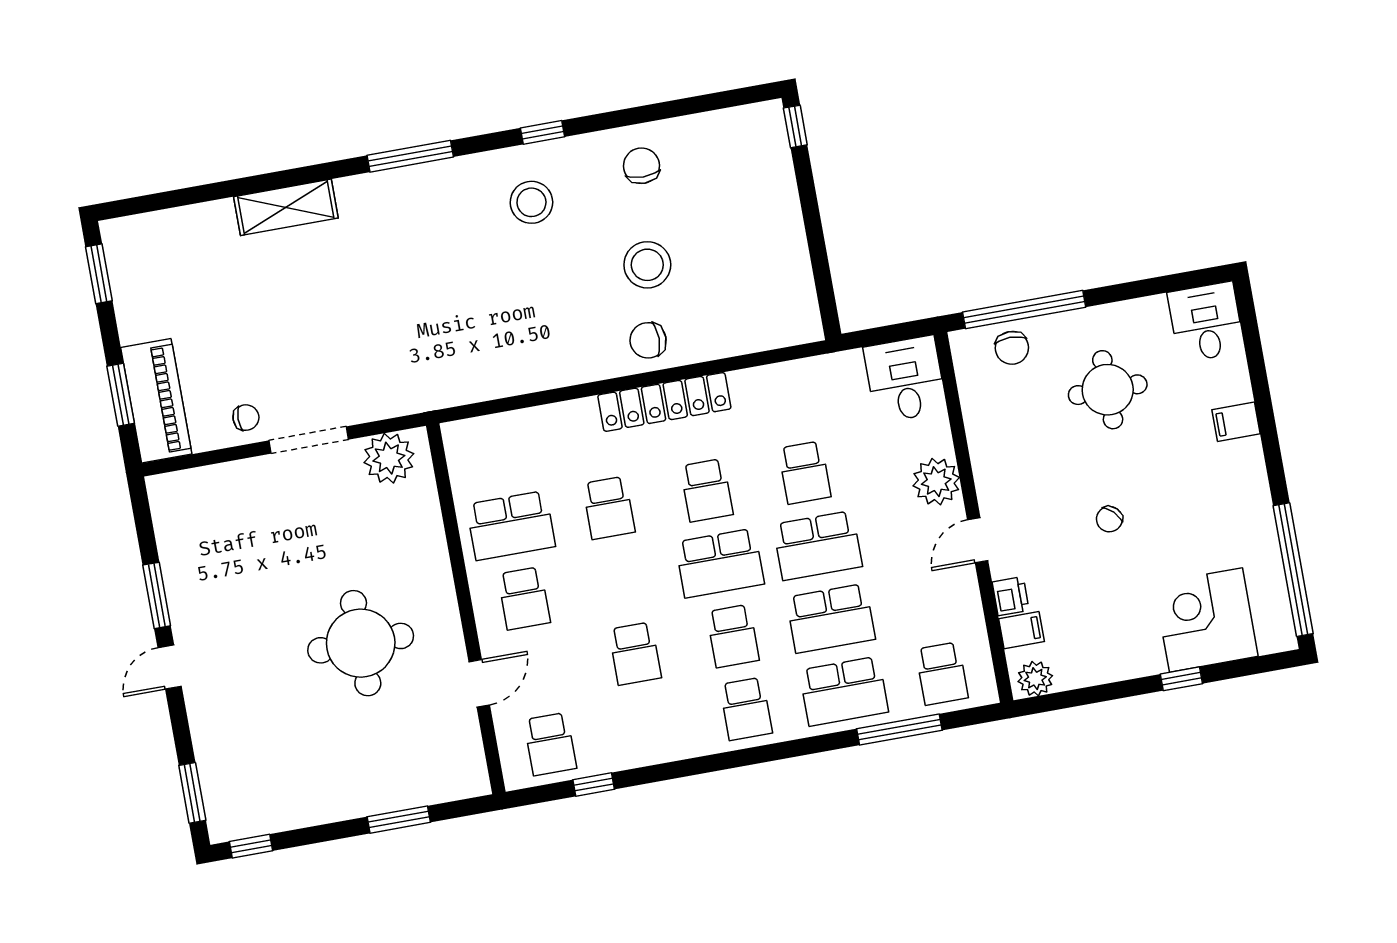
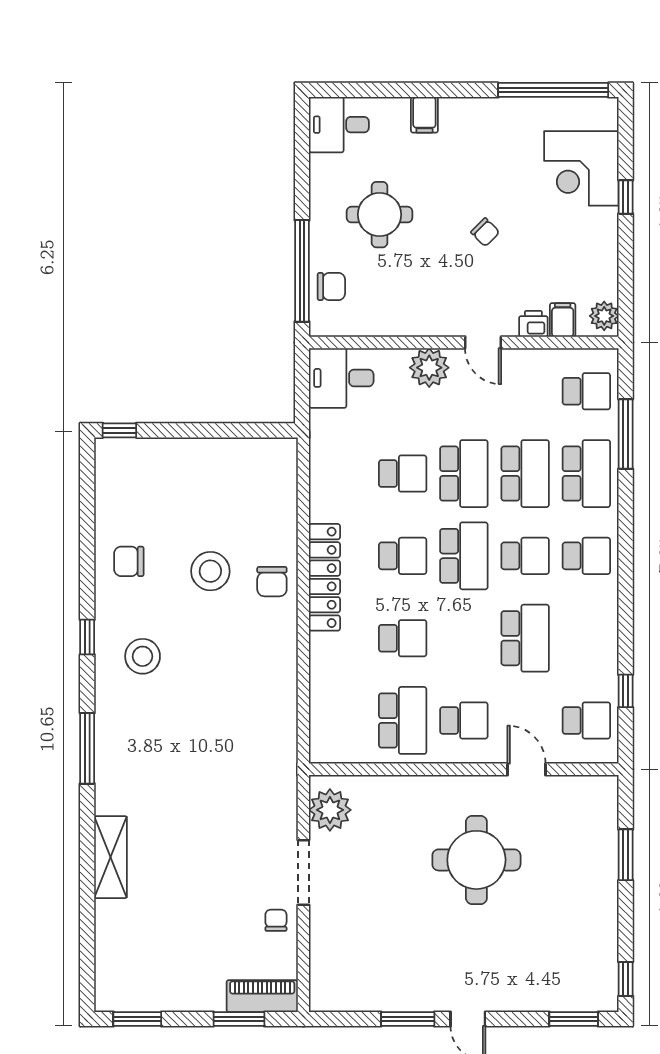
piano: (156, 401) -> (262, 996), width x0.73, depth x0.75
school desk: (635, 654) -> (525, 638), width x1.85

